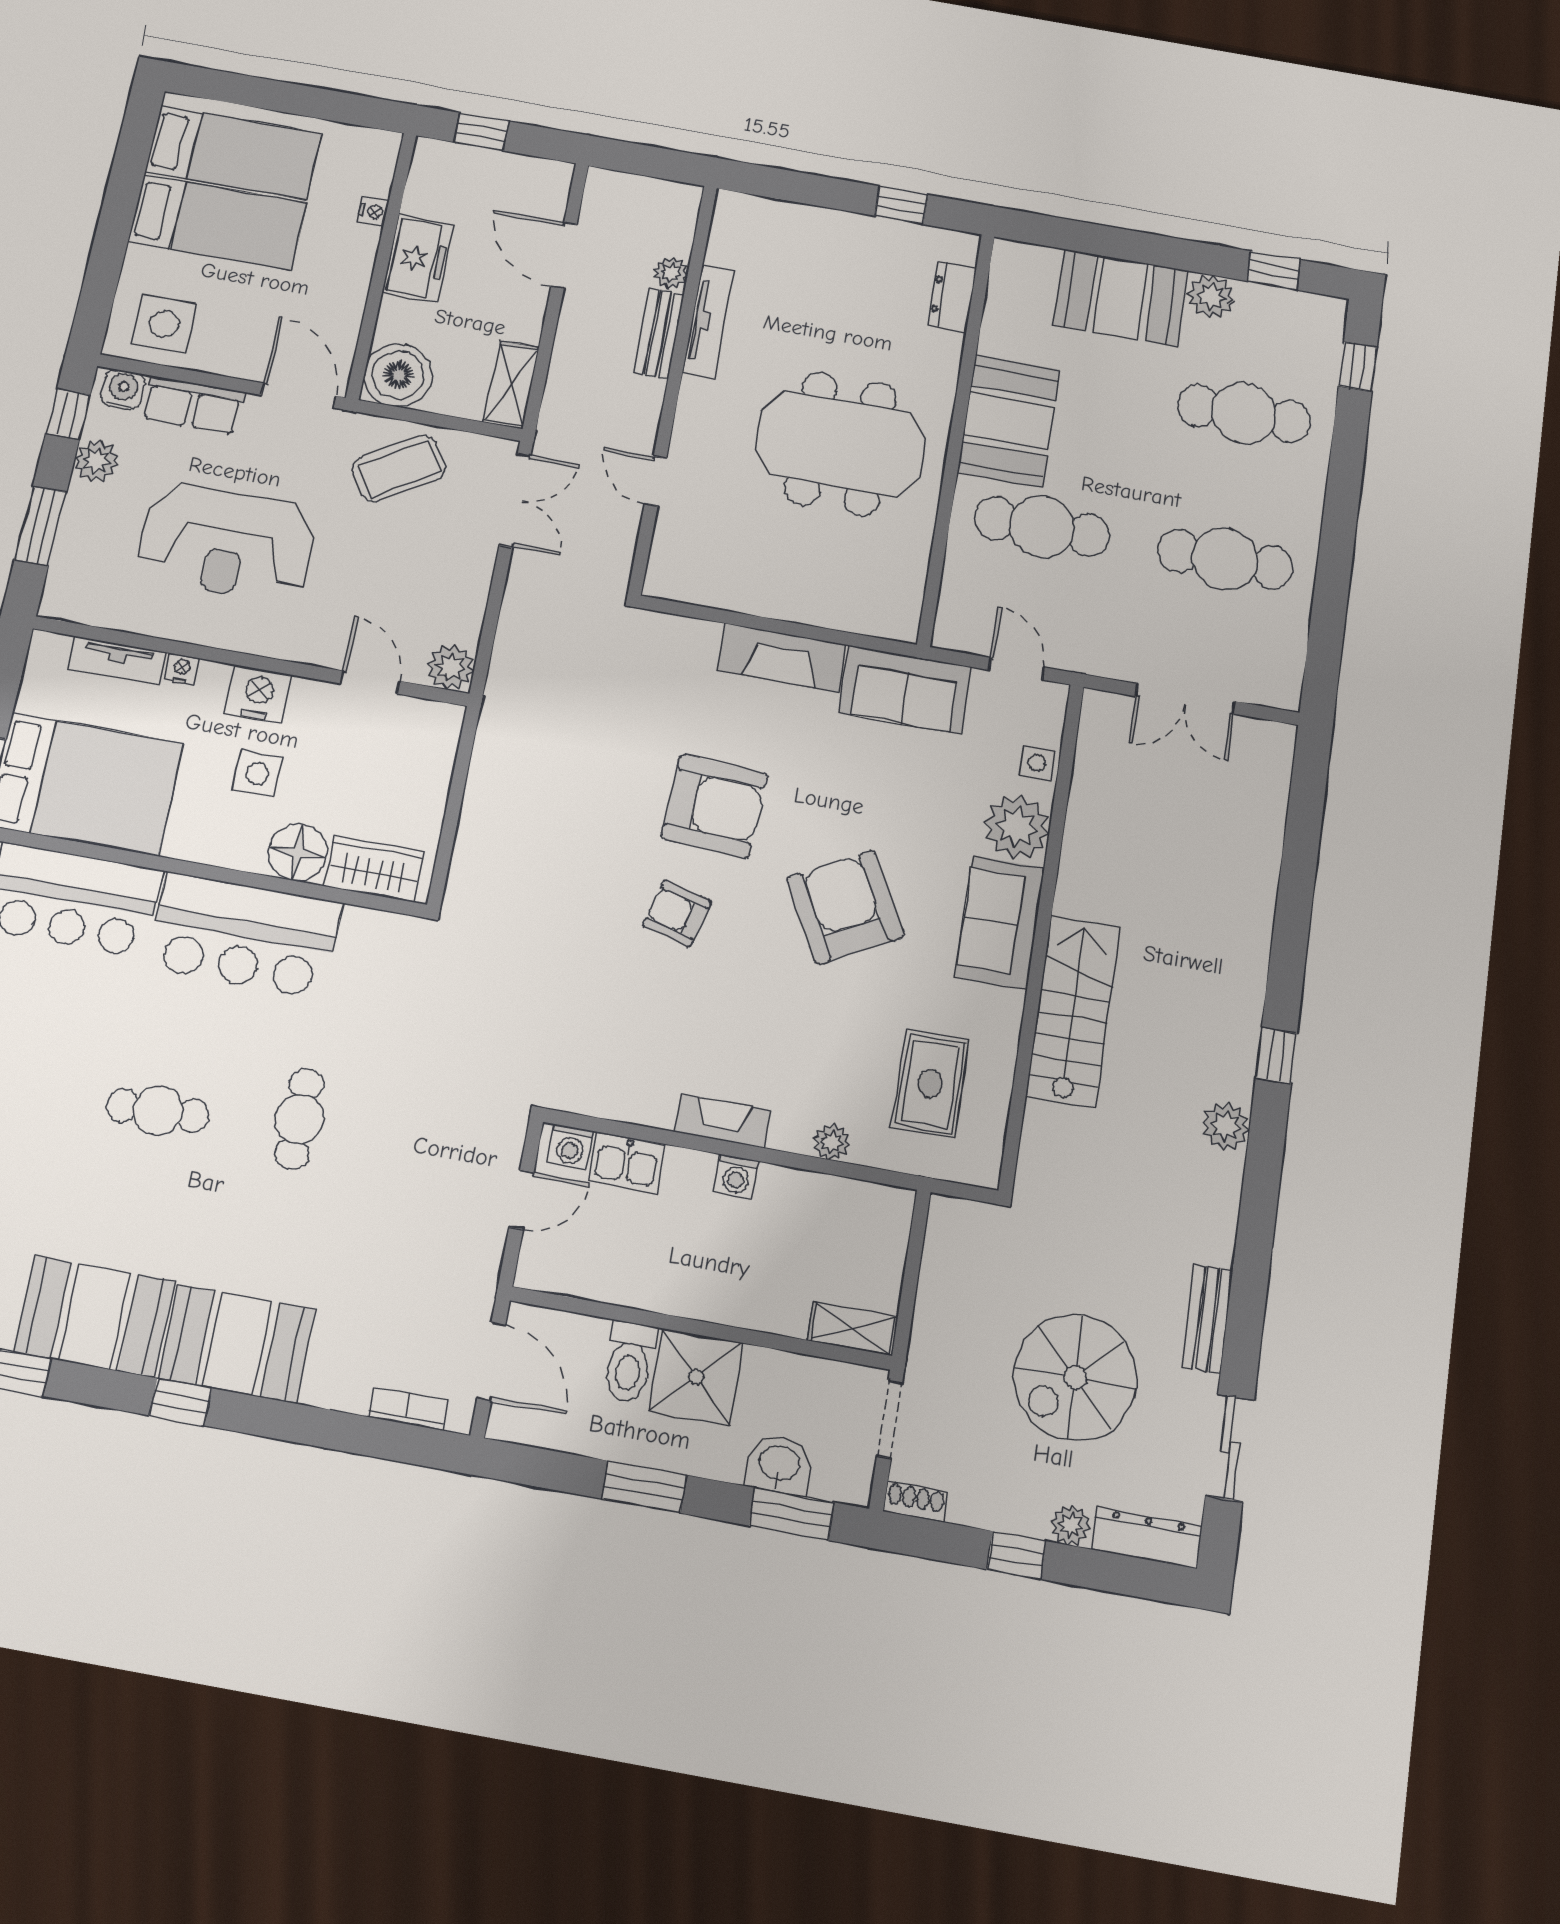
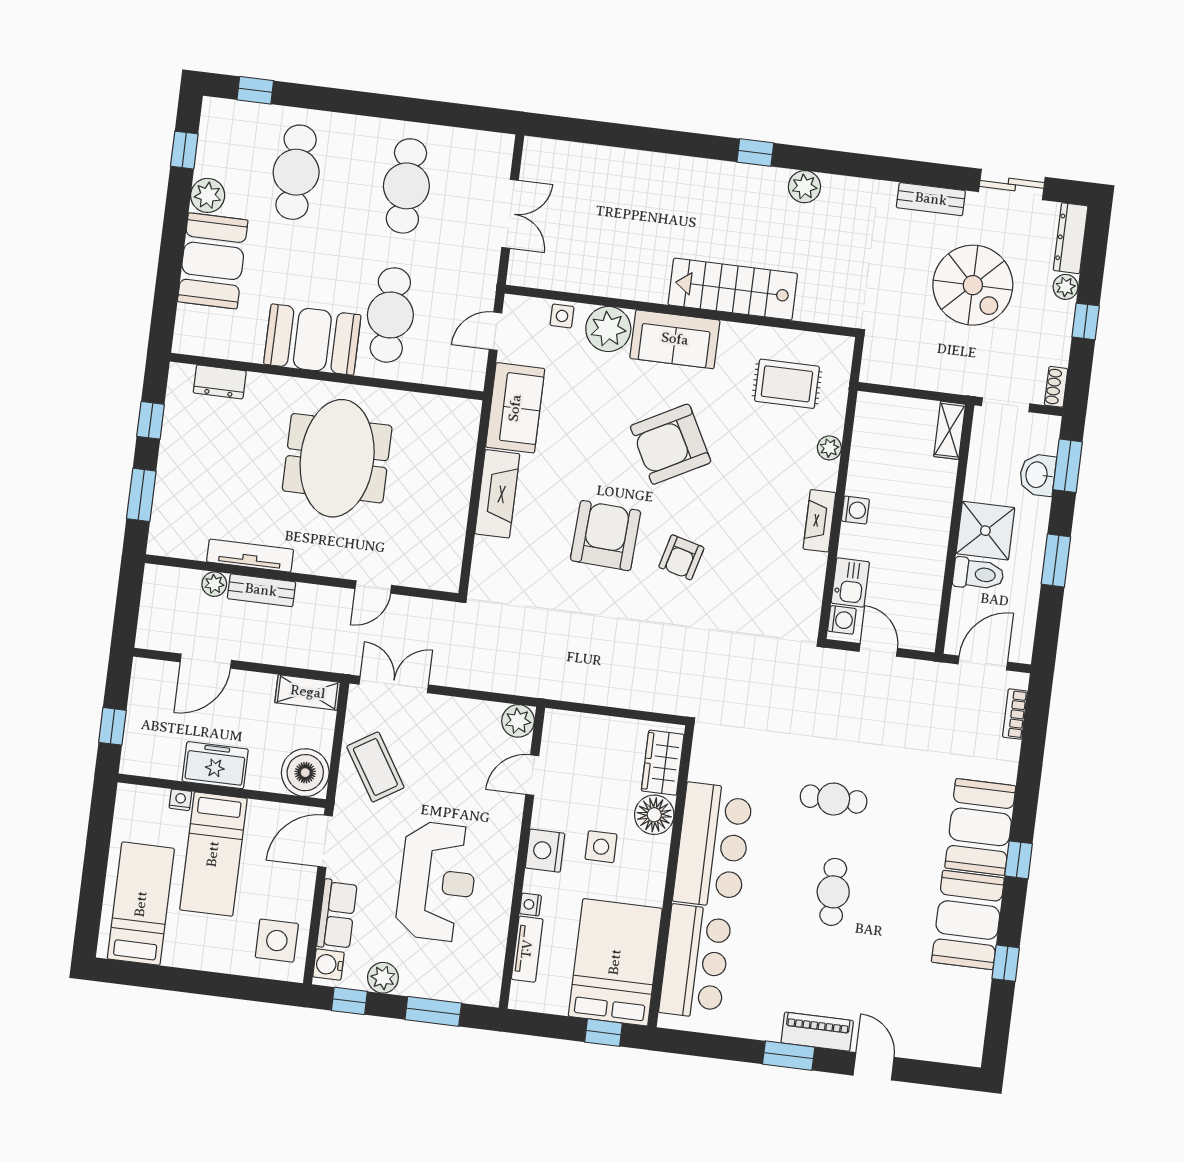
window: (799, 187) -> (141, 495), added
bed: (217, 222) -> (213, 854), moved, turned 180

